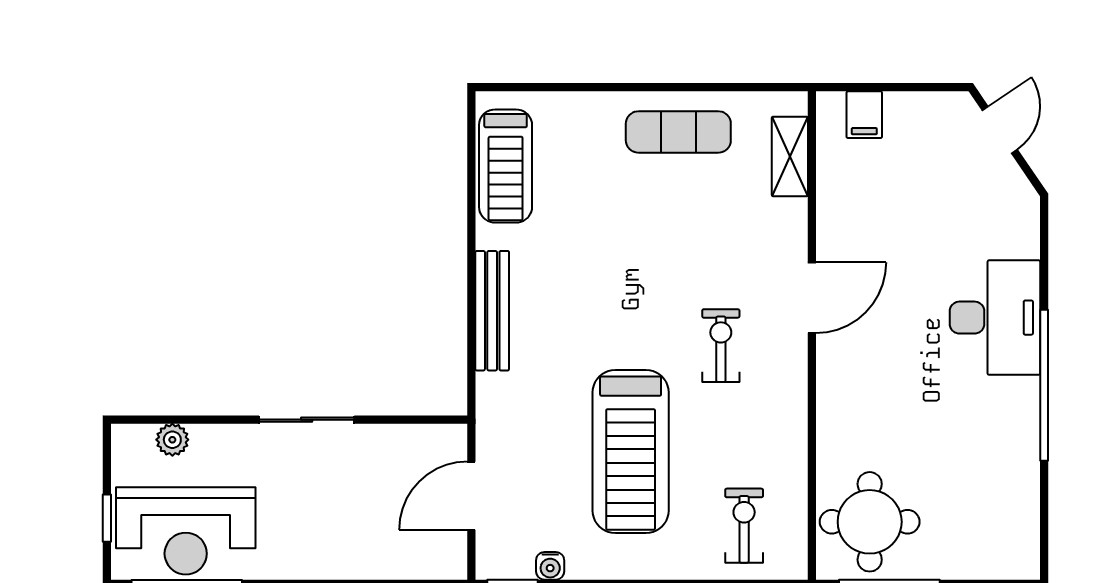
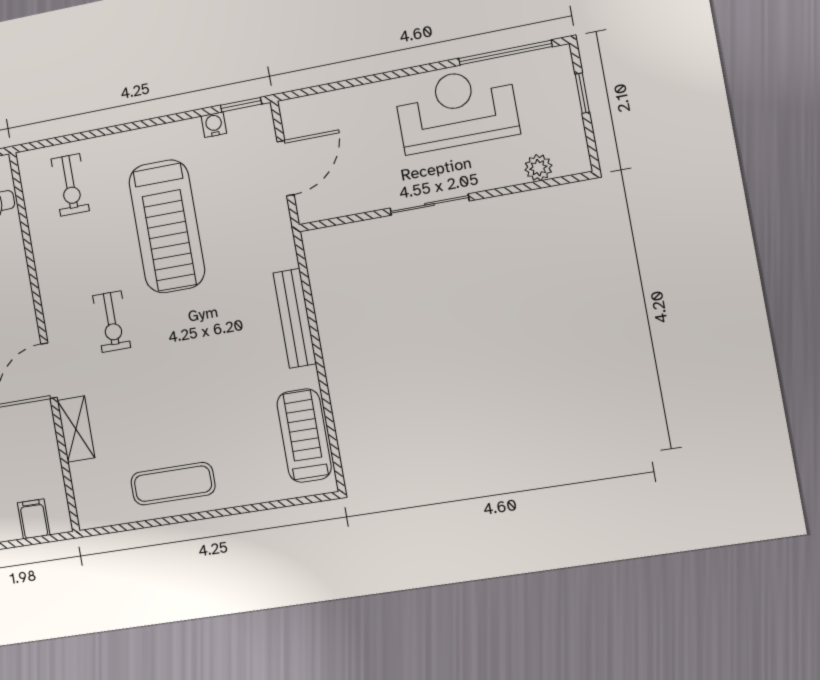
shelving: (790, 156) -> (76, 429), moved
treadmill: (631, 451) -> (167, 226), turned 180
reception desk: (186, 531) -> (457, 110), moved

